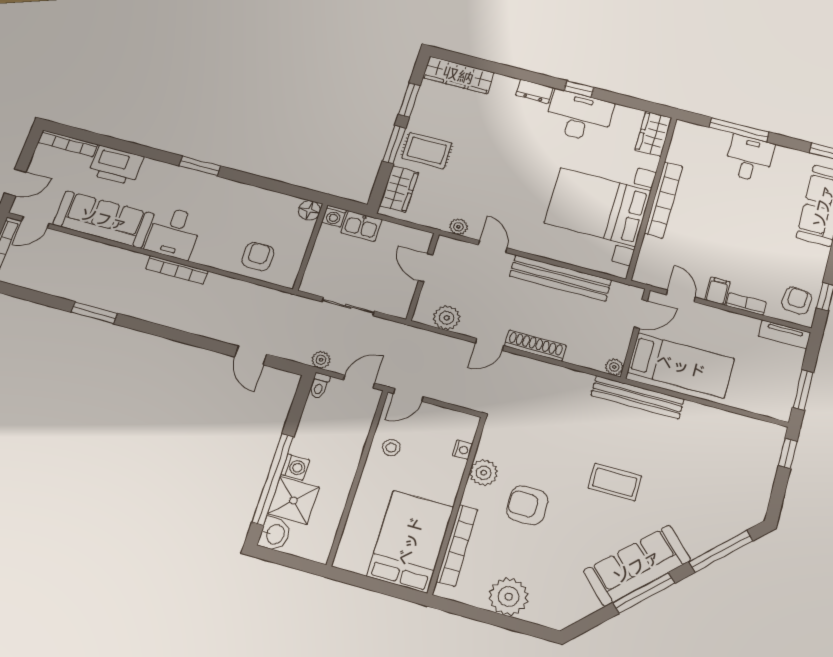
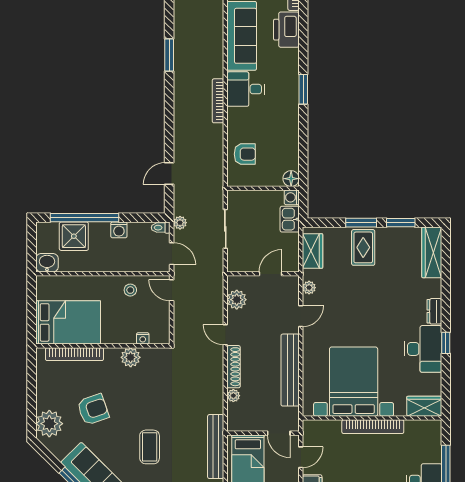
wardrobe: (399, 189) -> (313, 251), moved, turned -90
plant: (614, 367) -> (233, 396), moved
washing machine: (295, 467) -> (119, 230), moved
armchair: (527, 505) -> (93, 409), moved, turned 71
washbasin: (275, 534) -> (47, 263), moved, turned 180
plant: (509, 597) -> (49, 424), moved

